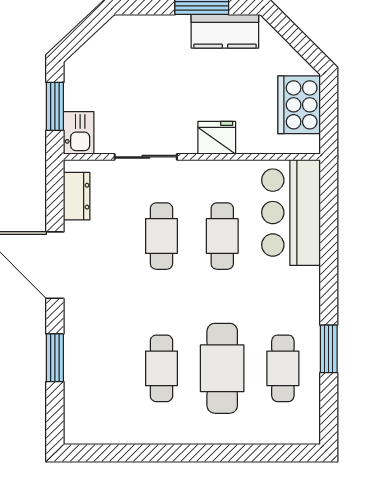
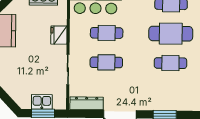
kitchen sink: (79, 133) -> (42, 102), moved
dresser: (77, 196) -> (87, 103), width x1.44

